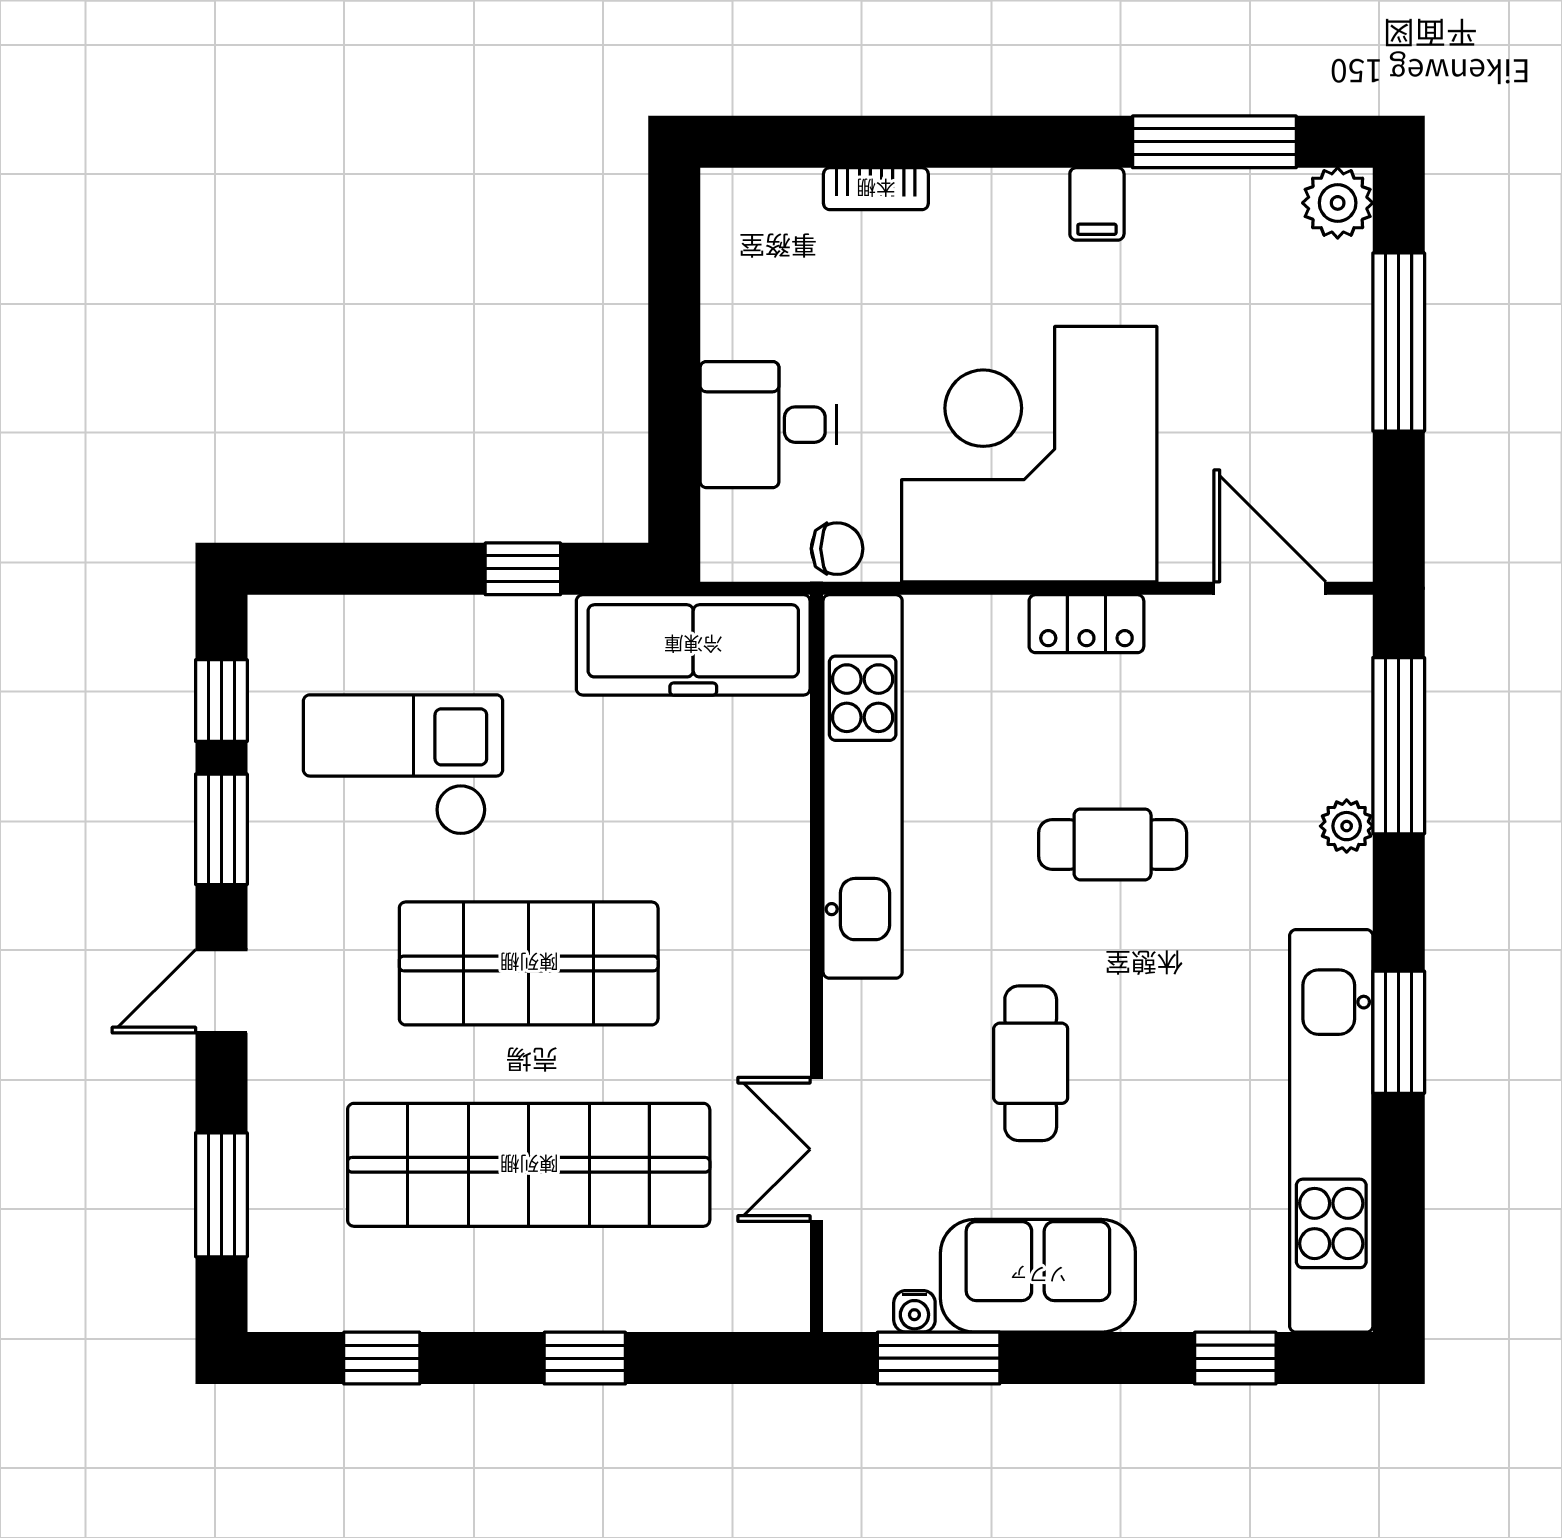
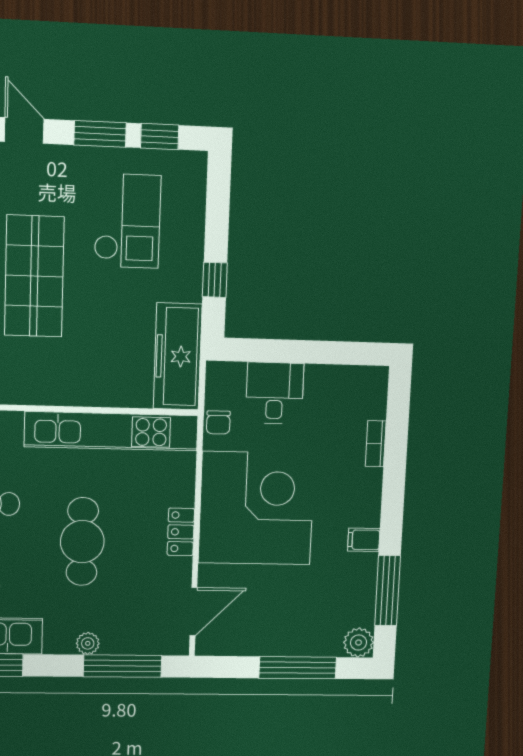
cafe table: (1113, 844) -> (82, 542), width x1.37, depth x1.35

